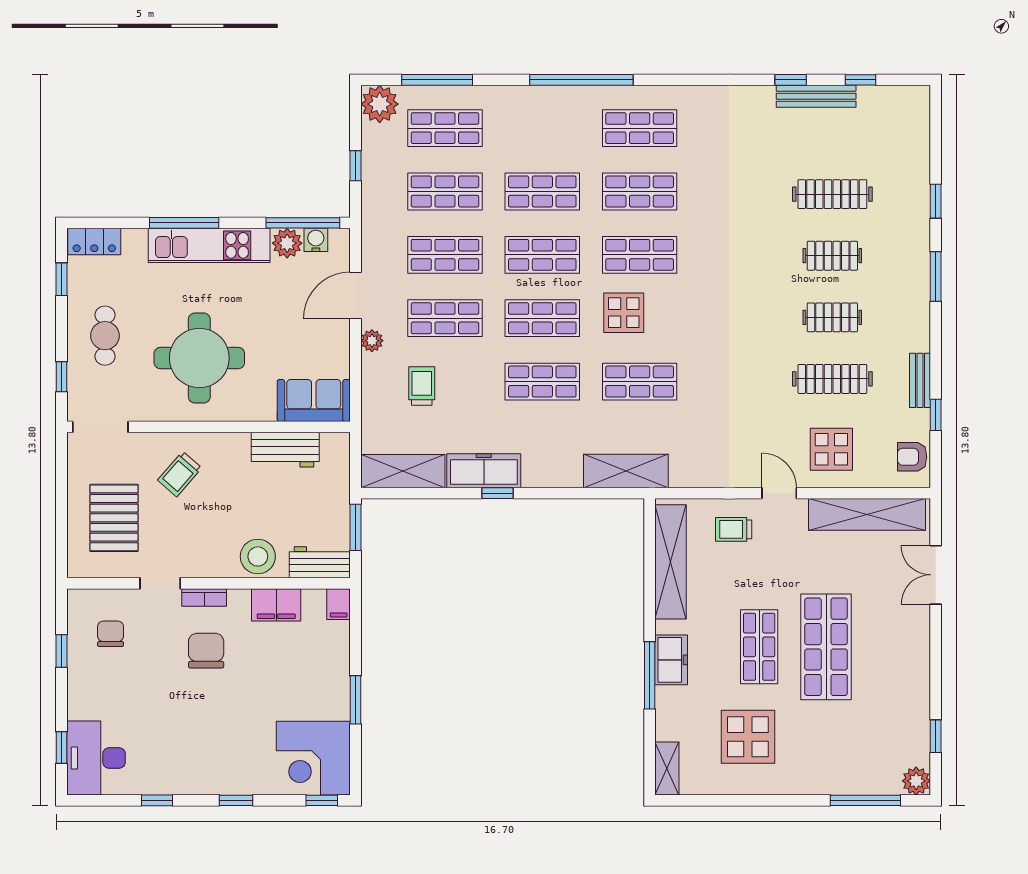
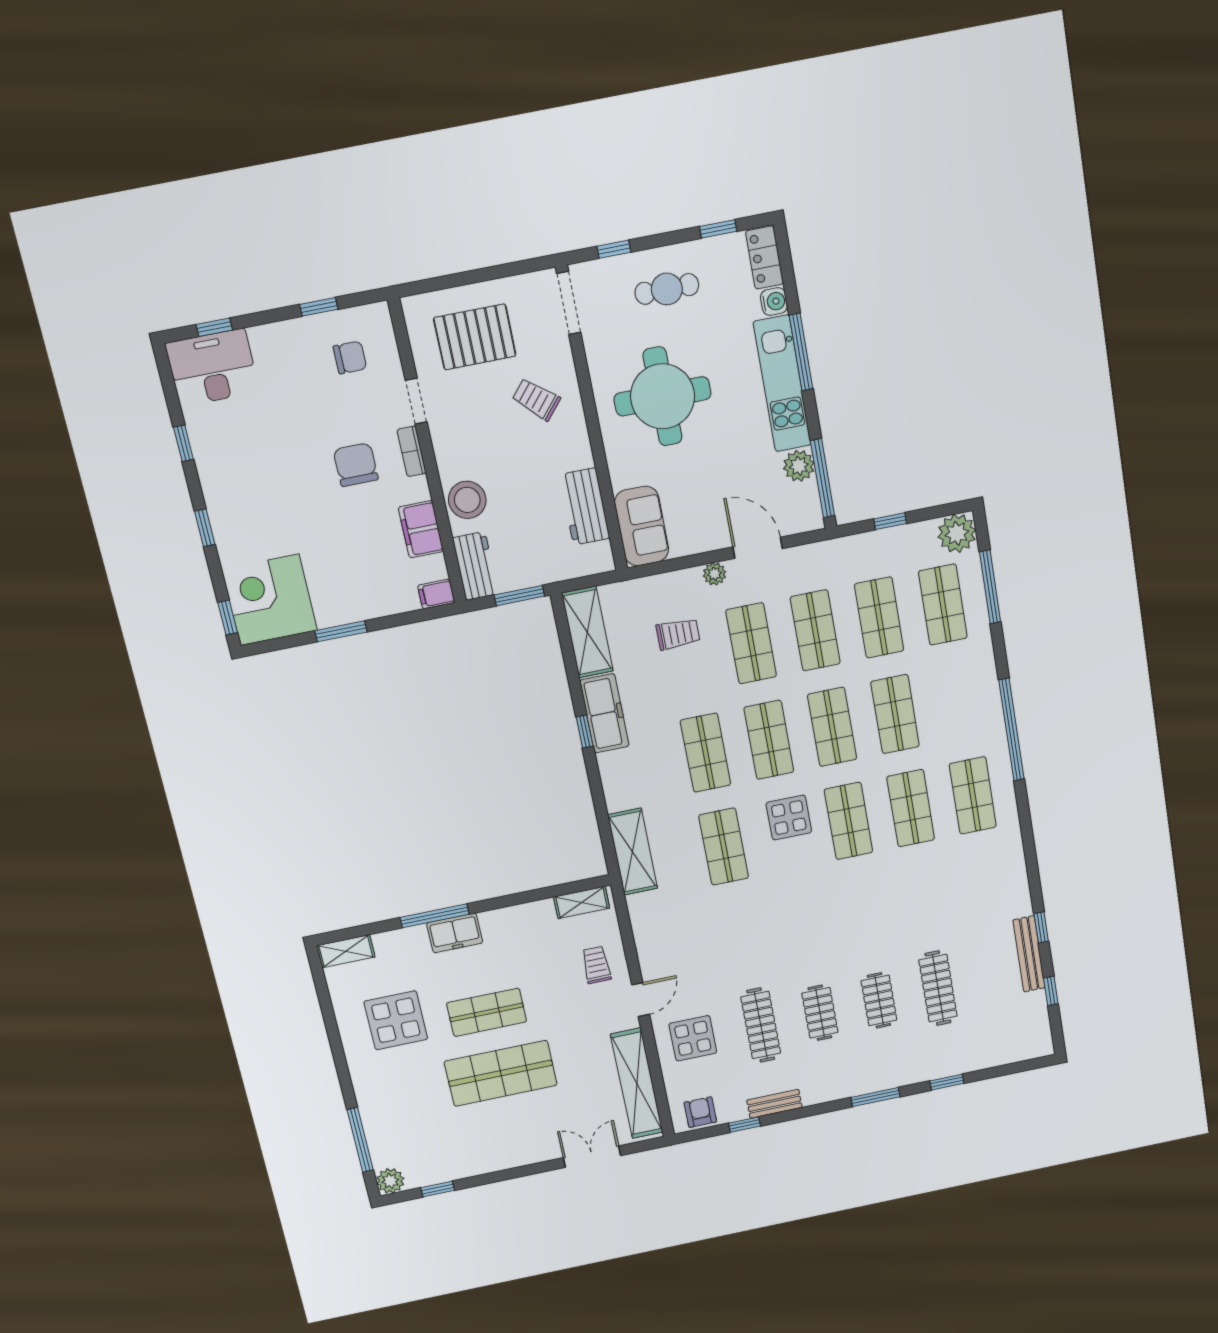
water cooler: (316, 240) -> (774, 302), moved
shelving: (670, 562) -> (582, 902), width x0.45, depth x0.75
chair: (206, 651) -> (356, 465), turned -90

